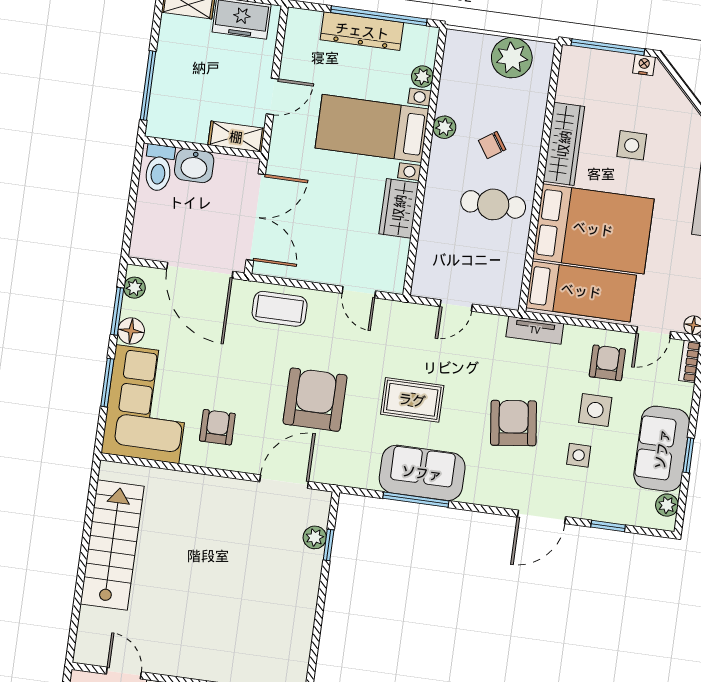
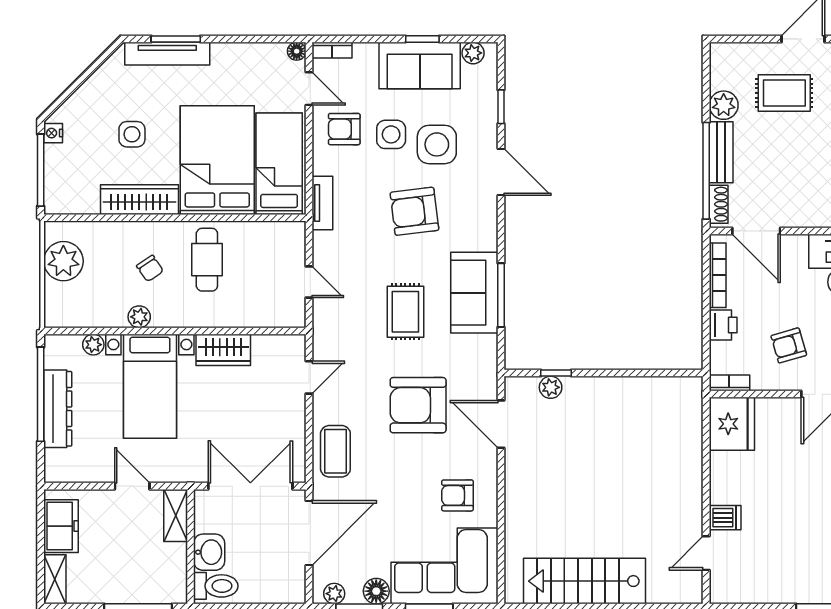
side table: (579, 455) -> (437, 144), width x1.87, depth x1.87

